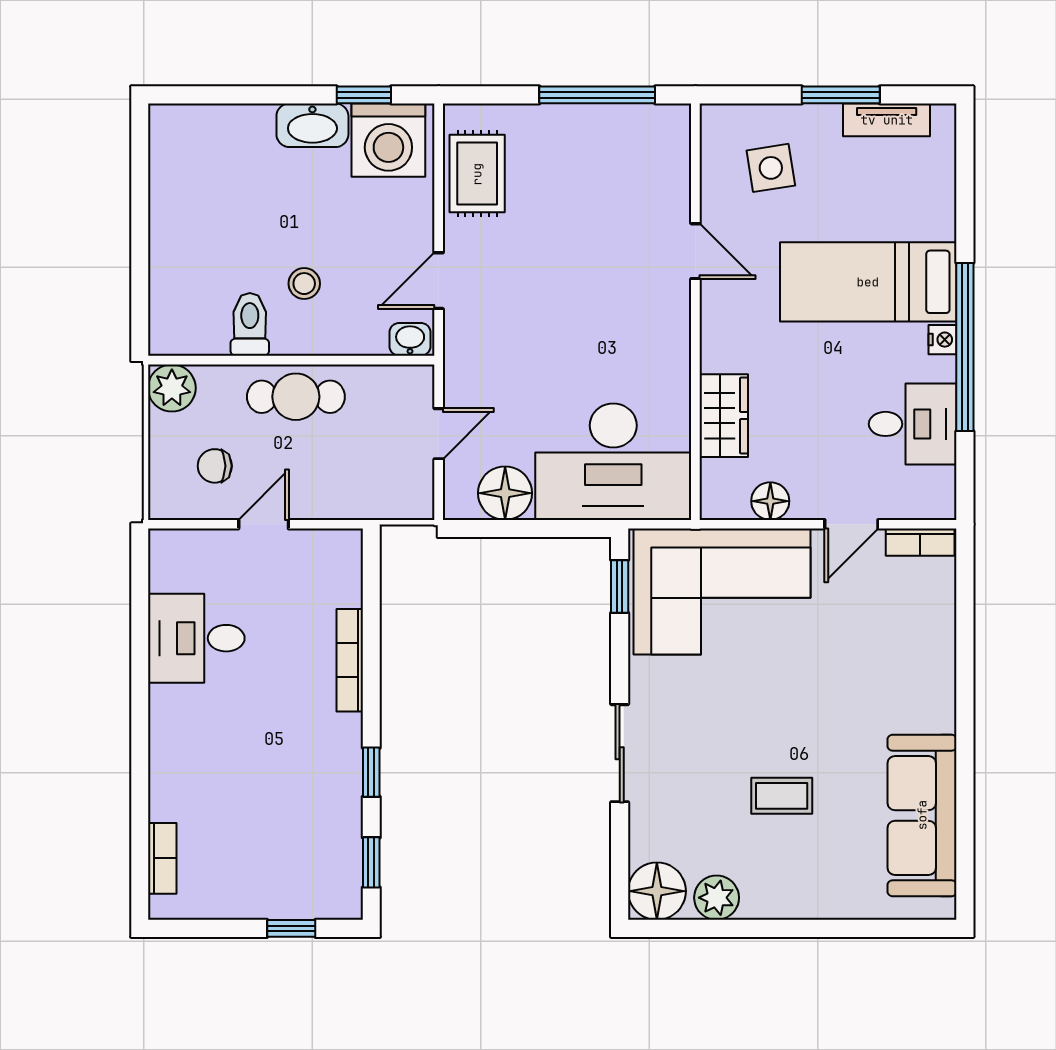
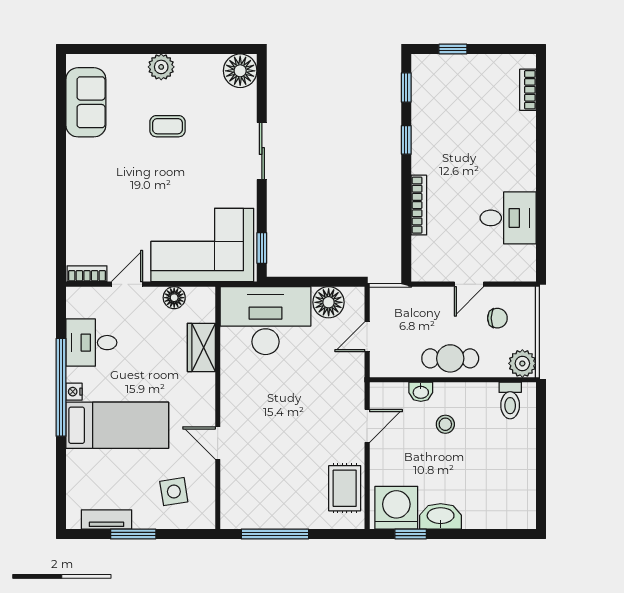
toilet: (250, 324) -> (510, 400), moved
washbasin: (410, 339) -> (421, 392), moved
sofa: (922, 815) -> (86, 102), width x0.73
plant: (717, 898) -> (161, 67), moved

